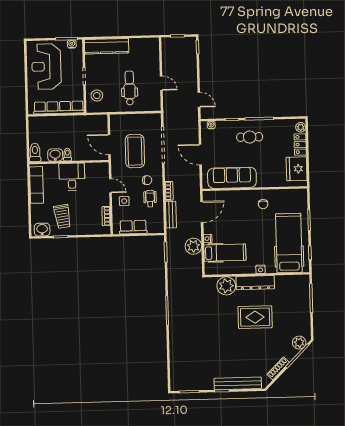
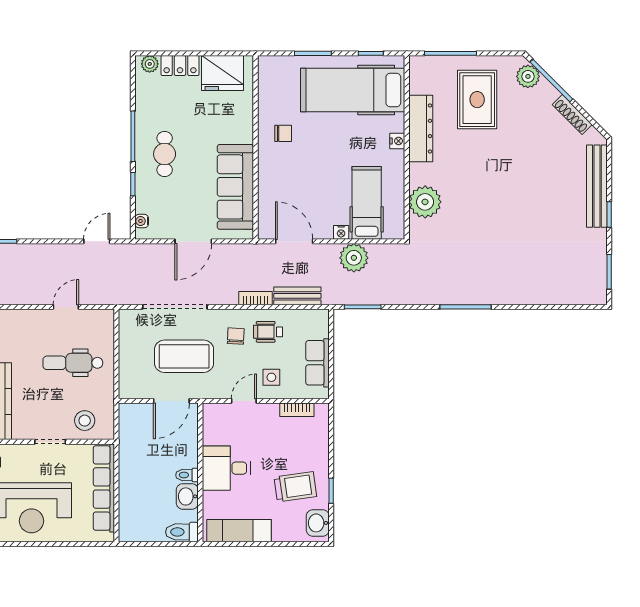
dresser: (255, 283) -> (421, 128), moved
rug: (255, 317) -> (477, 100), moved

